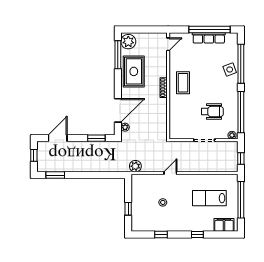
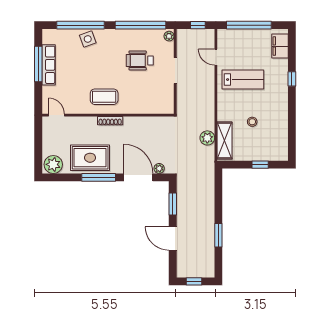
window: (209, 30) -> (38, 64), width x0.68
window: (118, 55) -> (99, 177), moved
wheelchair: (212, 112) -> (140, 60), turned -90
door: (58, 138) -> (173, 239), moved
plant: (135, 166) -> (207, 138), moved
door: (170, 173) -> (216, 57), moved
window: (55, 175) -> (218, 235), moved
shelving: (148, 180) -> (225, 141), added
lab bench: (209, 198) -> (243, 80), moved, turned -90
window: (161, 234) -> (292, 124), removed

